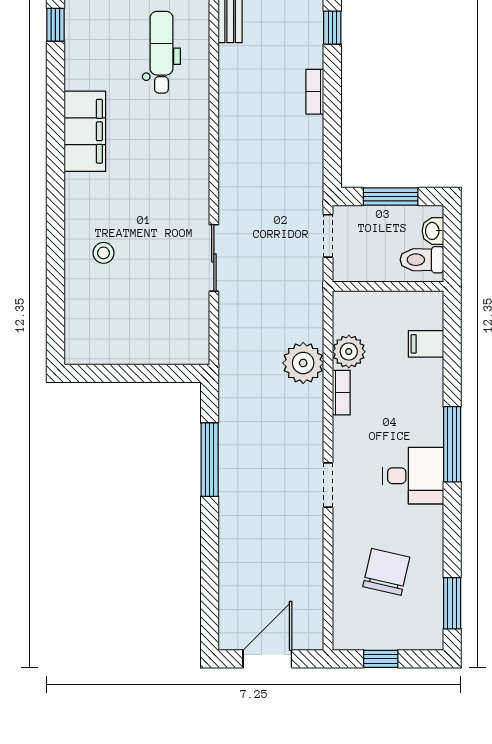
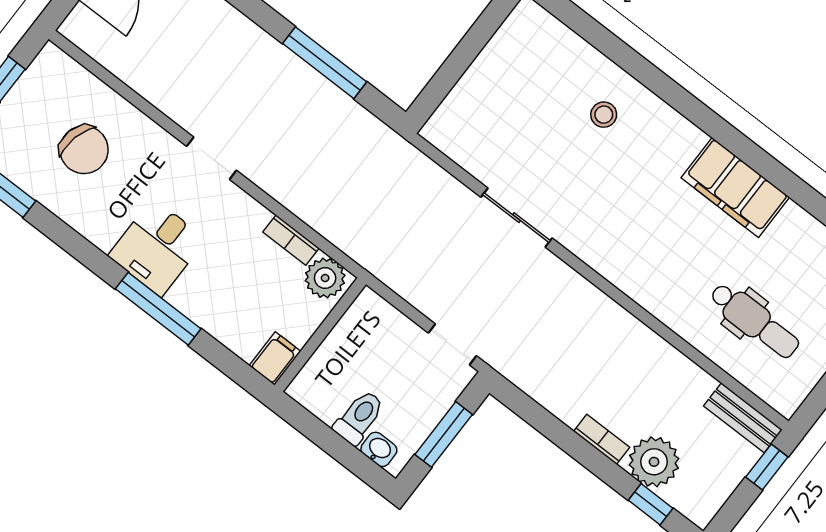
wall: (388, 286) -> (320, 335), moved
plant: (303, 363) -> (654, 462), moved

